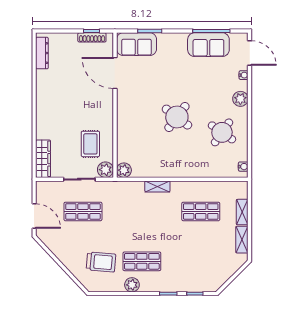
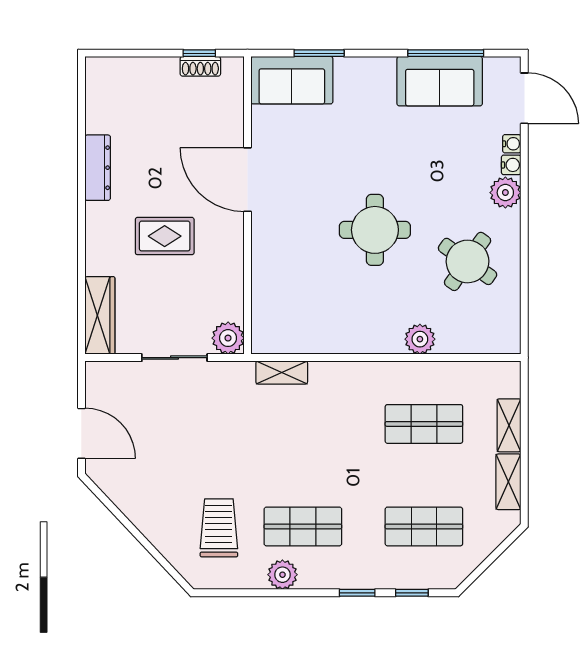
shoe rack: (92, 37) -> (200, 66), width x0.70
dresser: (42, 53) -> (98, 168), moved
door: (115, 73) -> (248, 180), moved
round table: (177, 117) -> (375, 230), turned -37
rug: (90, 144) -> (165, 236), moved, turned 90
water cooler: (243, 167) -> (511, 165), moved
plant: (124, 170) -> (420, 339), moved
shelving: (157, 186) -> (282, 372), moved
shop shelf: (83, 211) -> (424, 526), moved
trolley: (101, 262) -> (219, 528), turned -95

